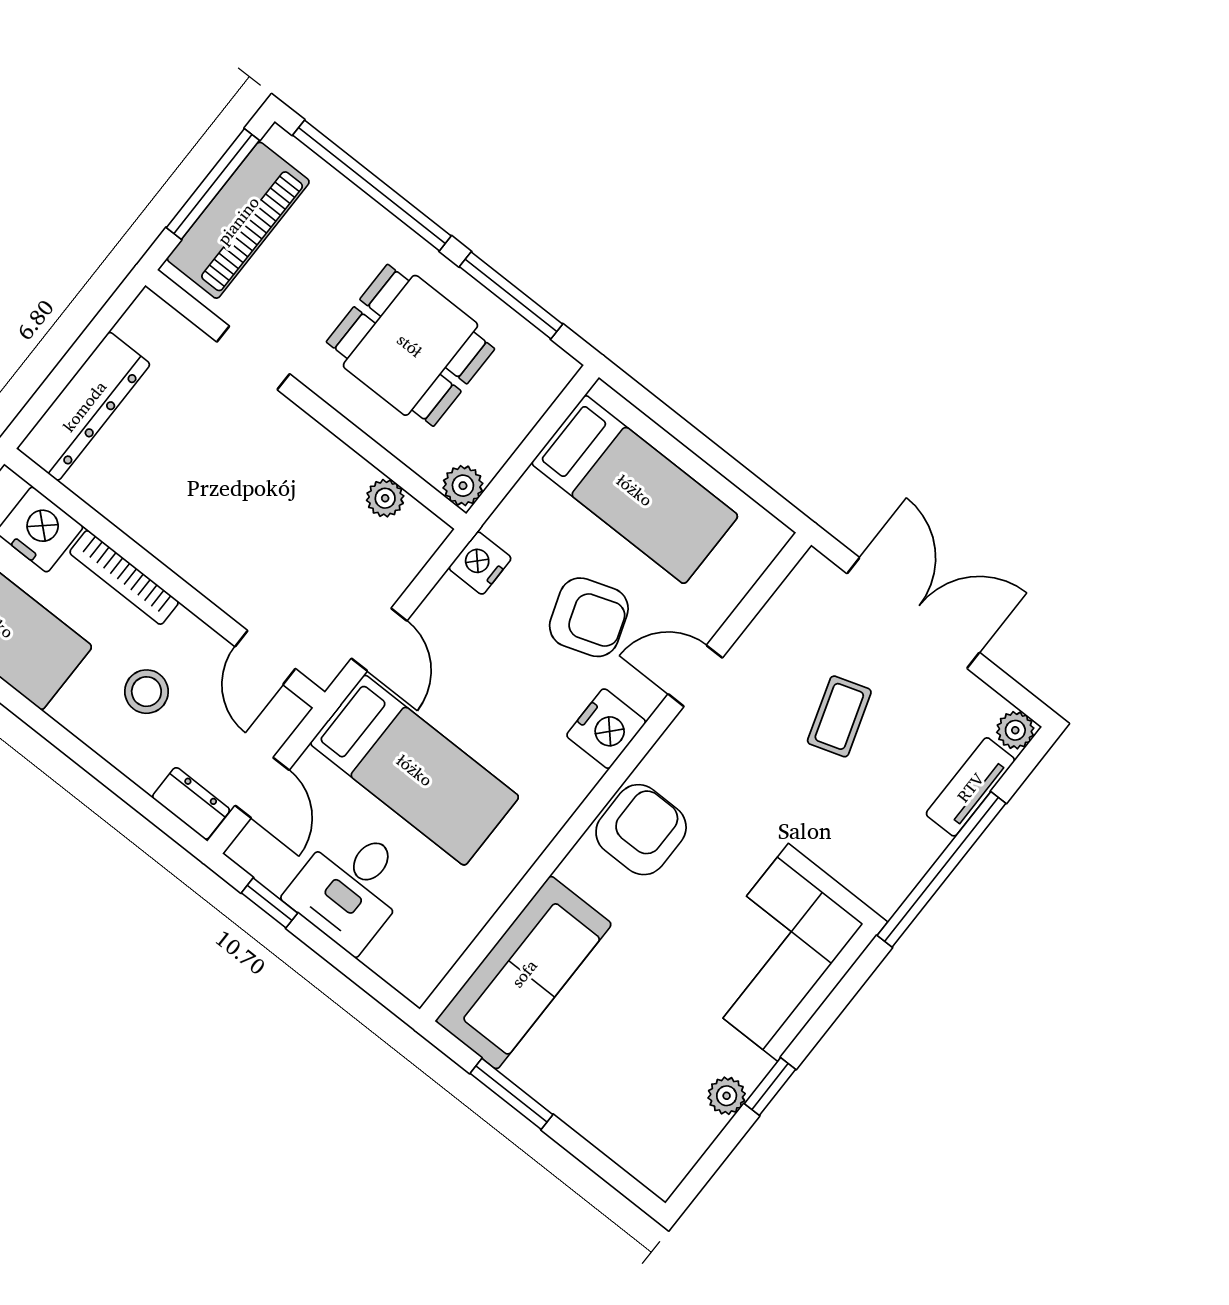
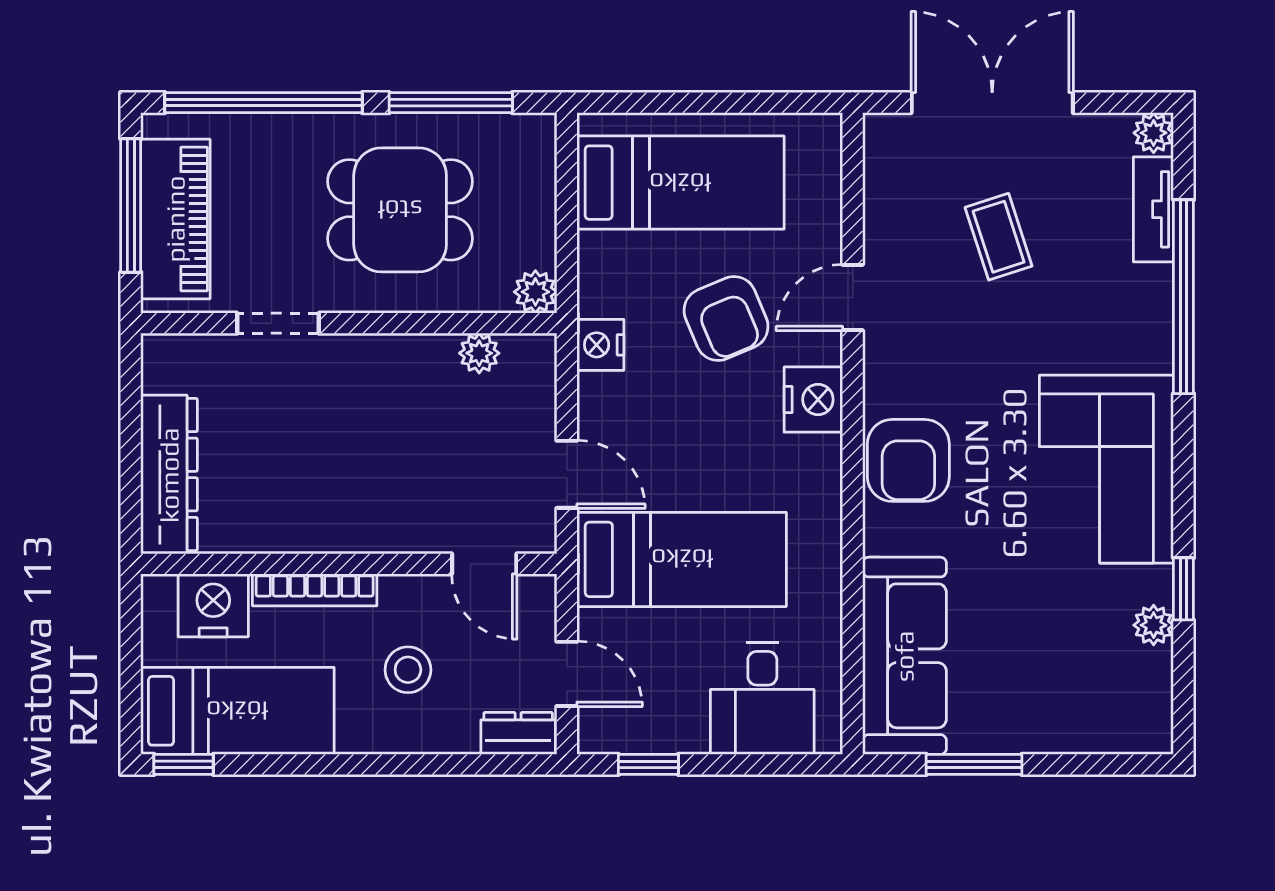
armchair: (589, 617) -> (726, 318), turned 86
armchair: (641, 830) -> (908, 460), turned 180
desk: (350, 887) -> (762, 698), moved

